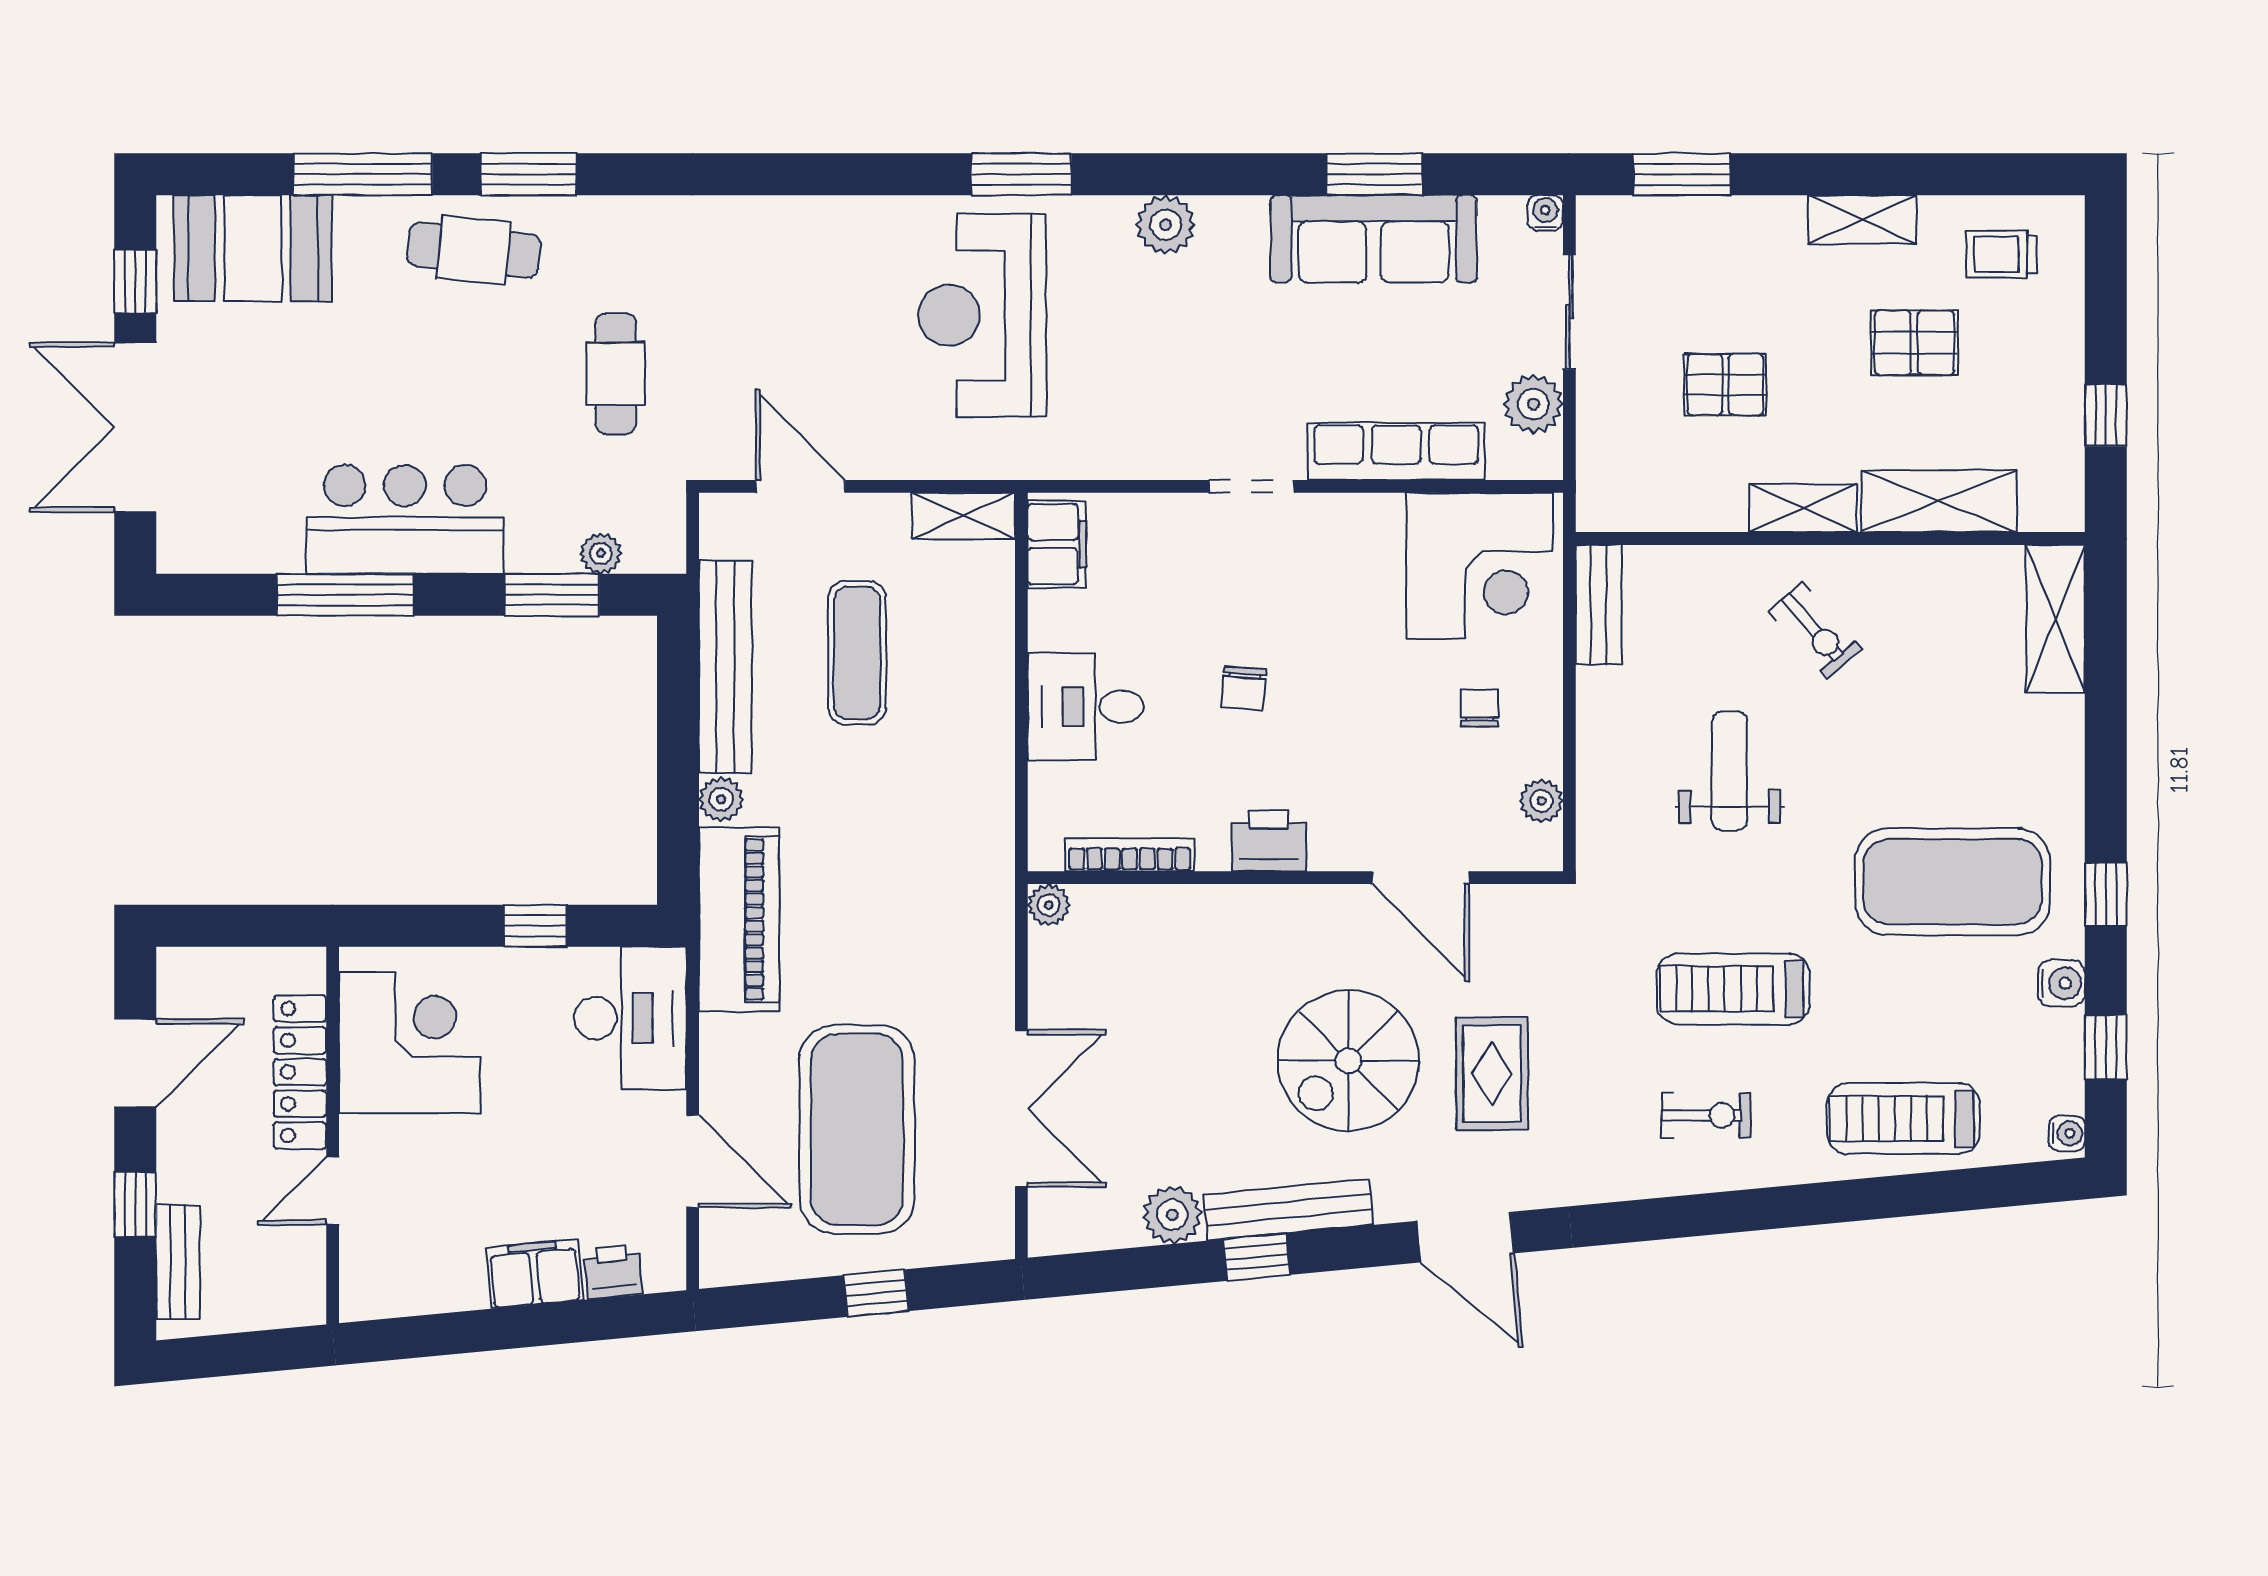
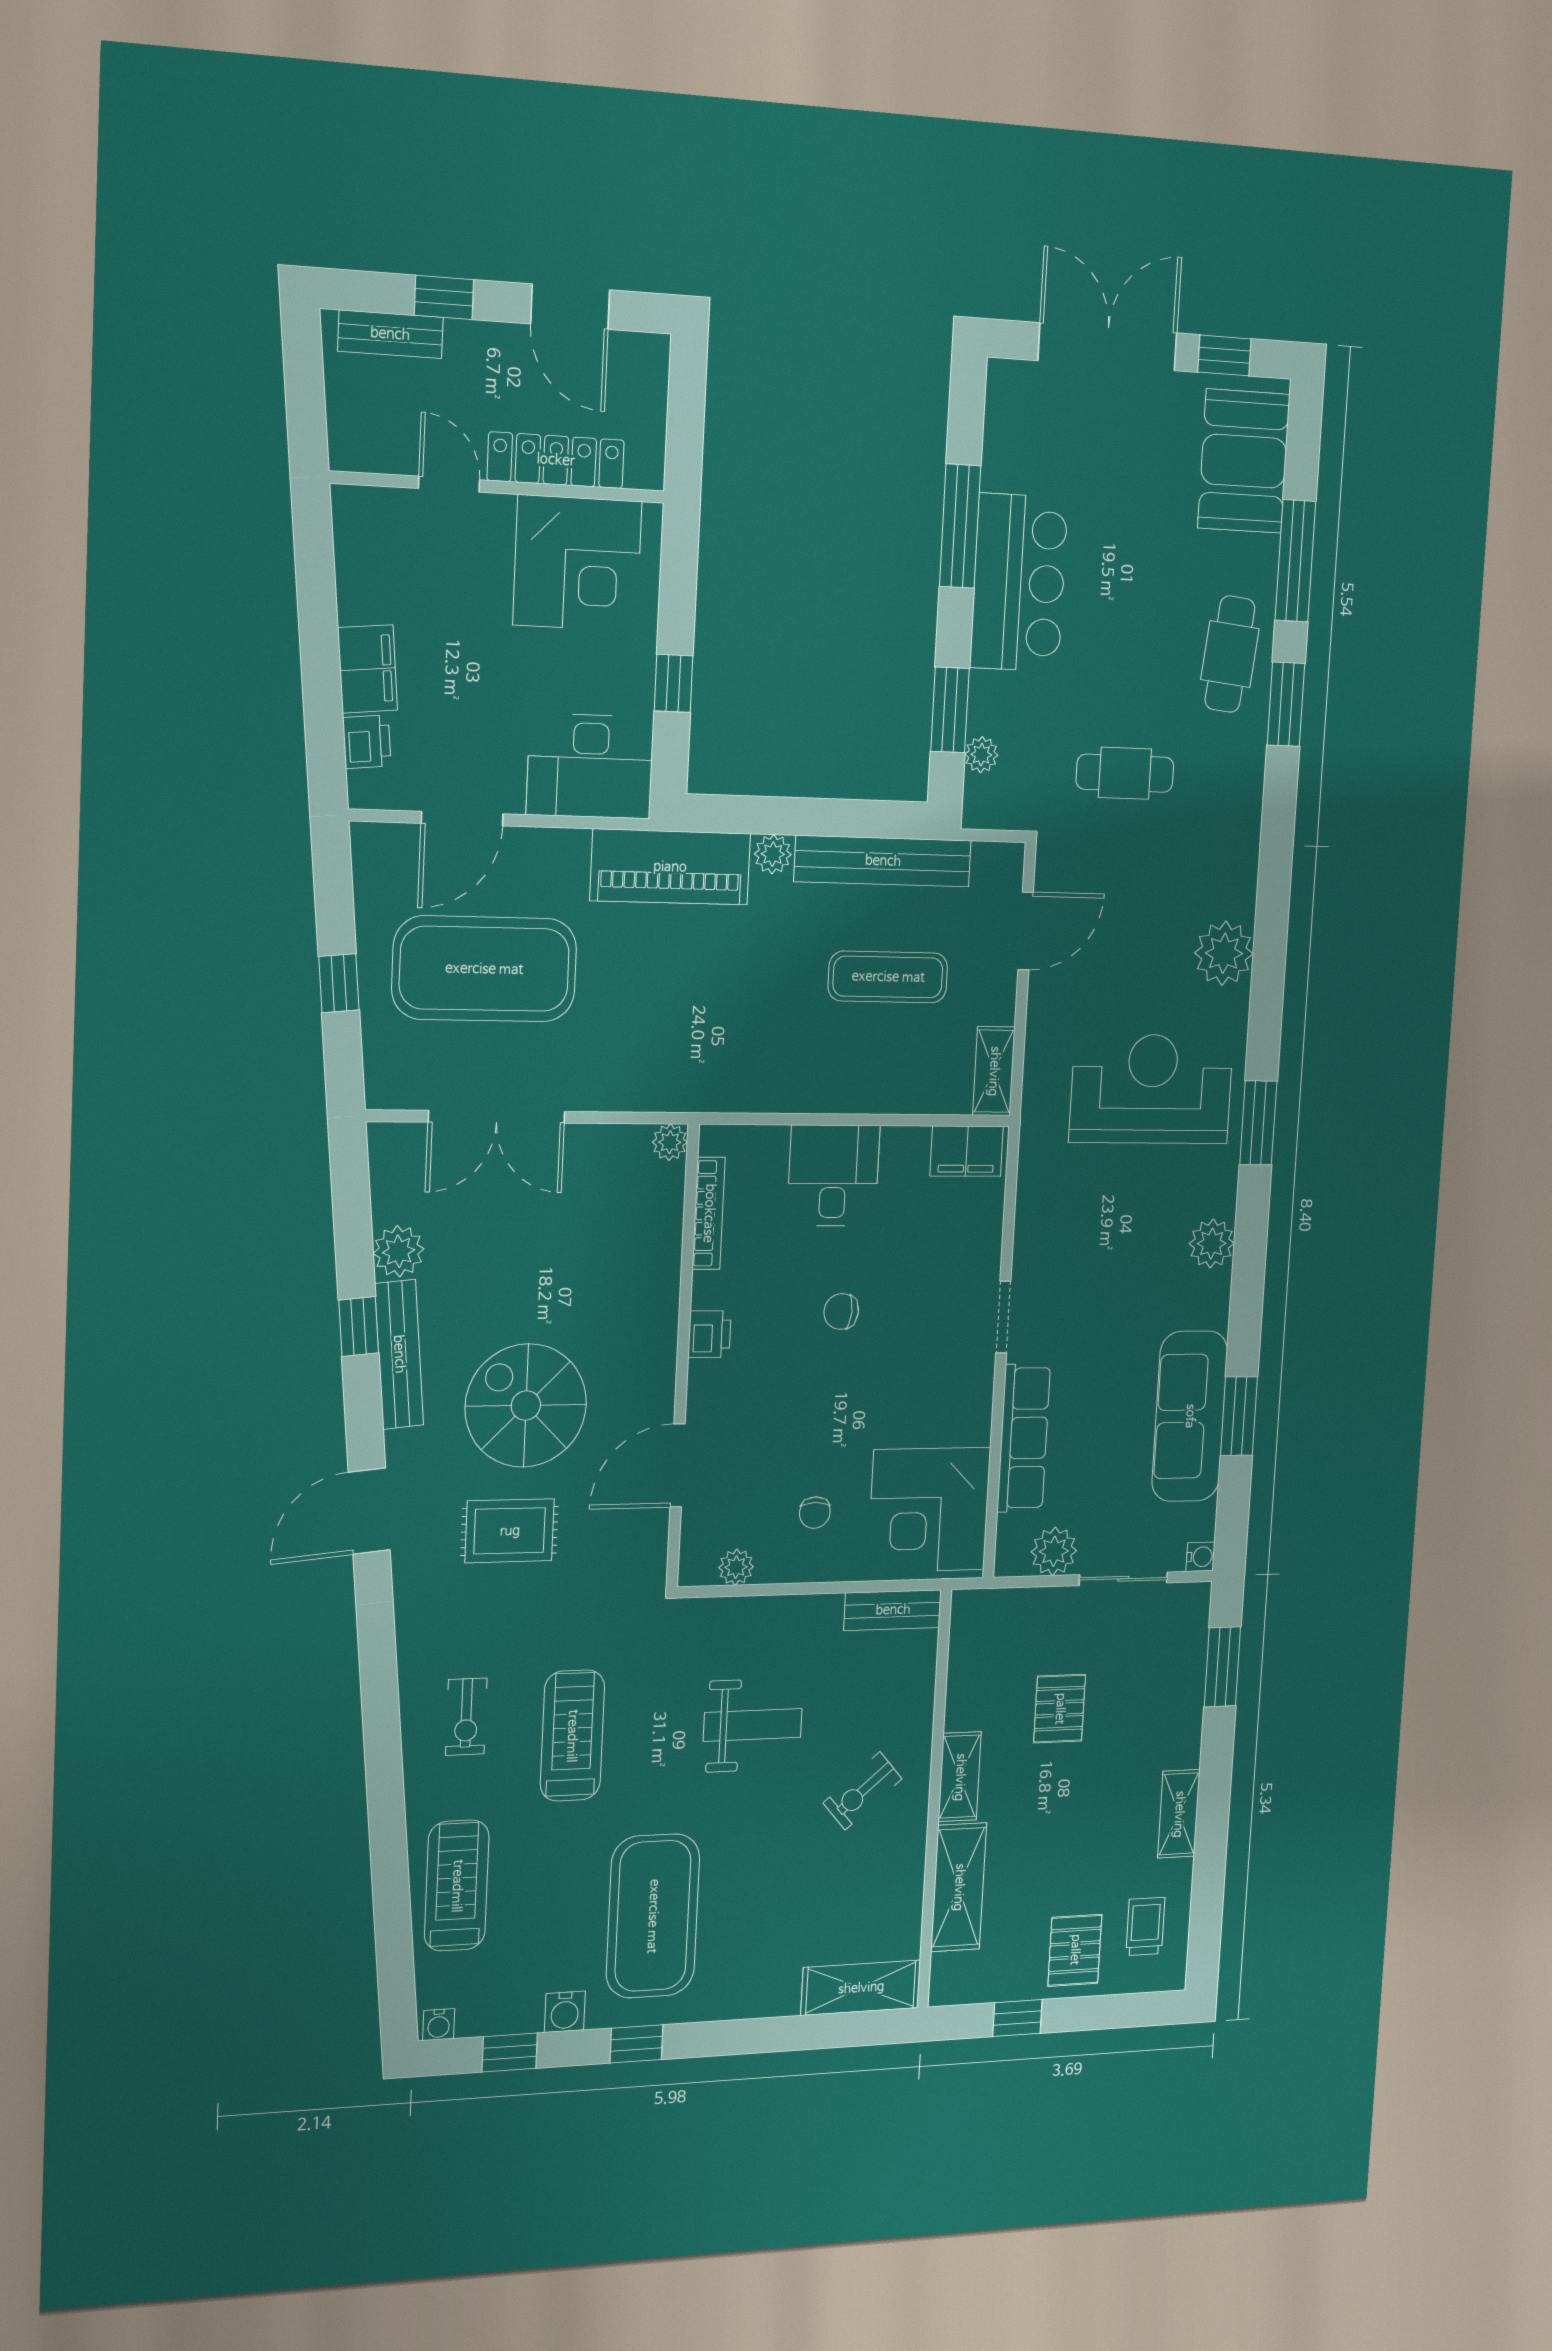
plant: (821, 233) -> (1224, 953), added
pallet: (1914, 343) -> (1075, 1950), moved
chair: (1480, 708) -> (815, 1513), turned 90
printer: (1269, 841) -> (710, 1334), width x0.73, depth x0.81

